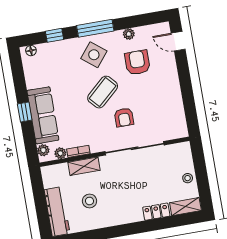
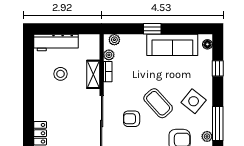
window: (95, 28) -> (218, 123), moved
sofa: (43, 115) -> (172, 45), moved

